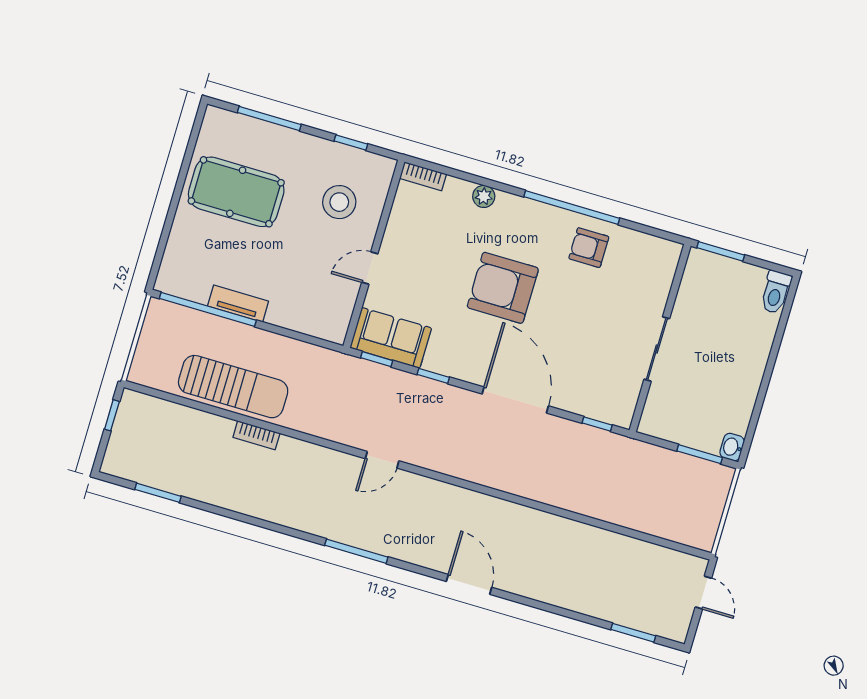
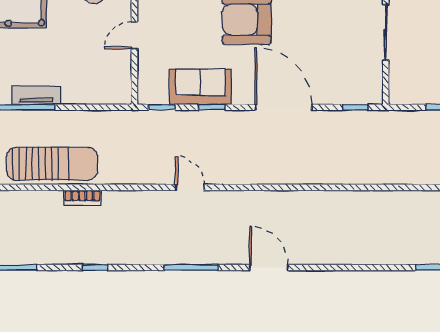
sofa: (391, 338) -> (200, 87), moved
door: (382, 460) -> (190, 187), swing flipped
window: (247, 519) -> (95, 267), added
door: (469, 584) -> (269, 267), moved

